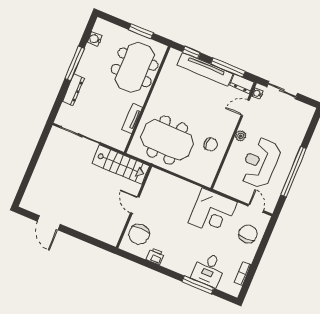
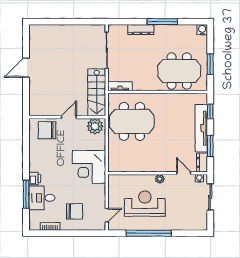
water cooler: (95, 39) -> (202, 30), moved
window: (228, 68) -> (210, 146), width x0.69
tv unit: (132, 119) -> (120, 86), moved
meeting table: (167, 140) -> (132, 121), turned 90
chair: (211, 144) -> (143, 158), removed
plant: (156, 181) -> (95, 126), added
corner desk: (212, 212) -> (89, 167), moved
door: (49, 223) -> (26, 68), moved
chair: (248, 234) -> (75, 211), moved
printer: (155, 256) -> (35, 179), moved

